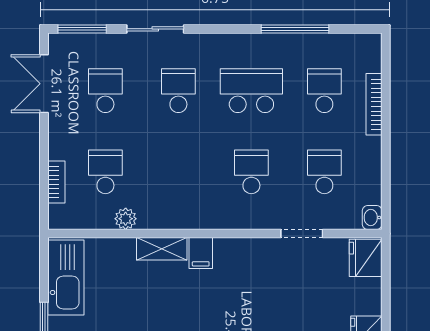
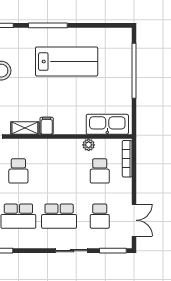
school desk: (178, 91) -> (59, 216), width x1.85
bookcase: (56, 182) -> (127, 159), width x1.56
shelving: (162, 249) -> (25, 128), moved
kitchen sink: (66, 277) -> (107, 124), moved, turned 90

